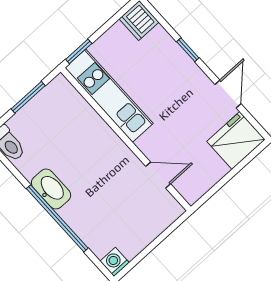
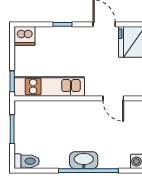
door: (158, 175) -> (113, 98), swing flipped
washbasin: (51, 189) -> (84, 160), moved

